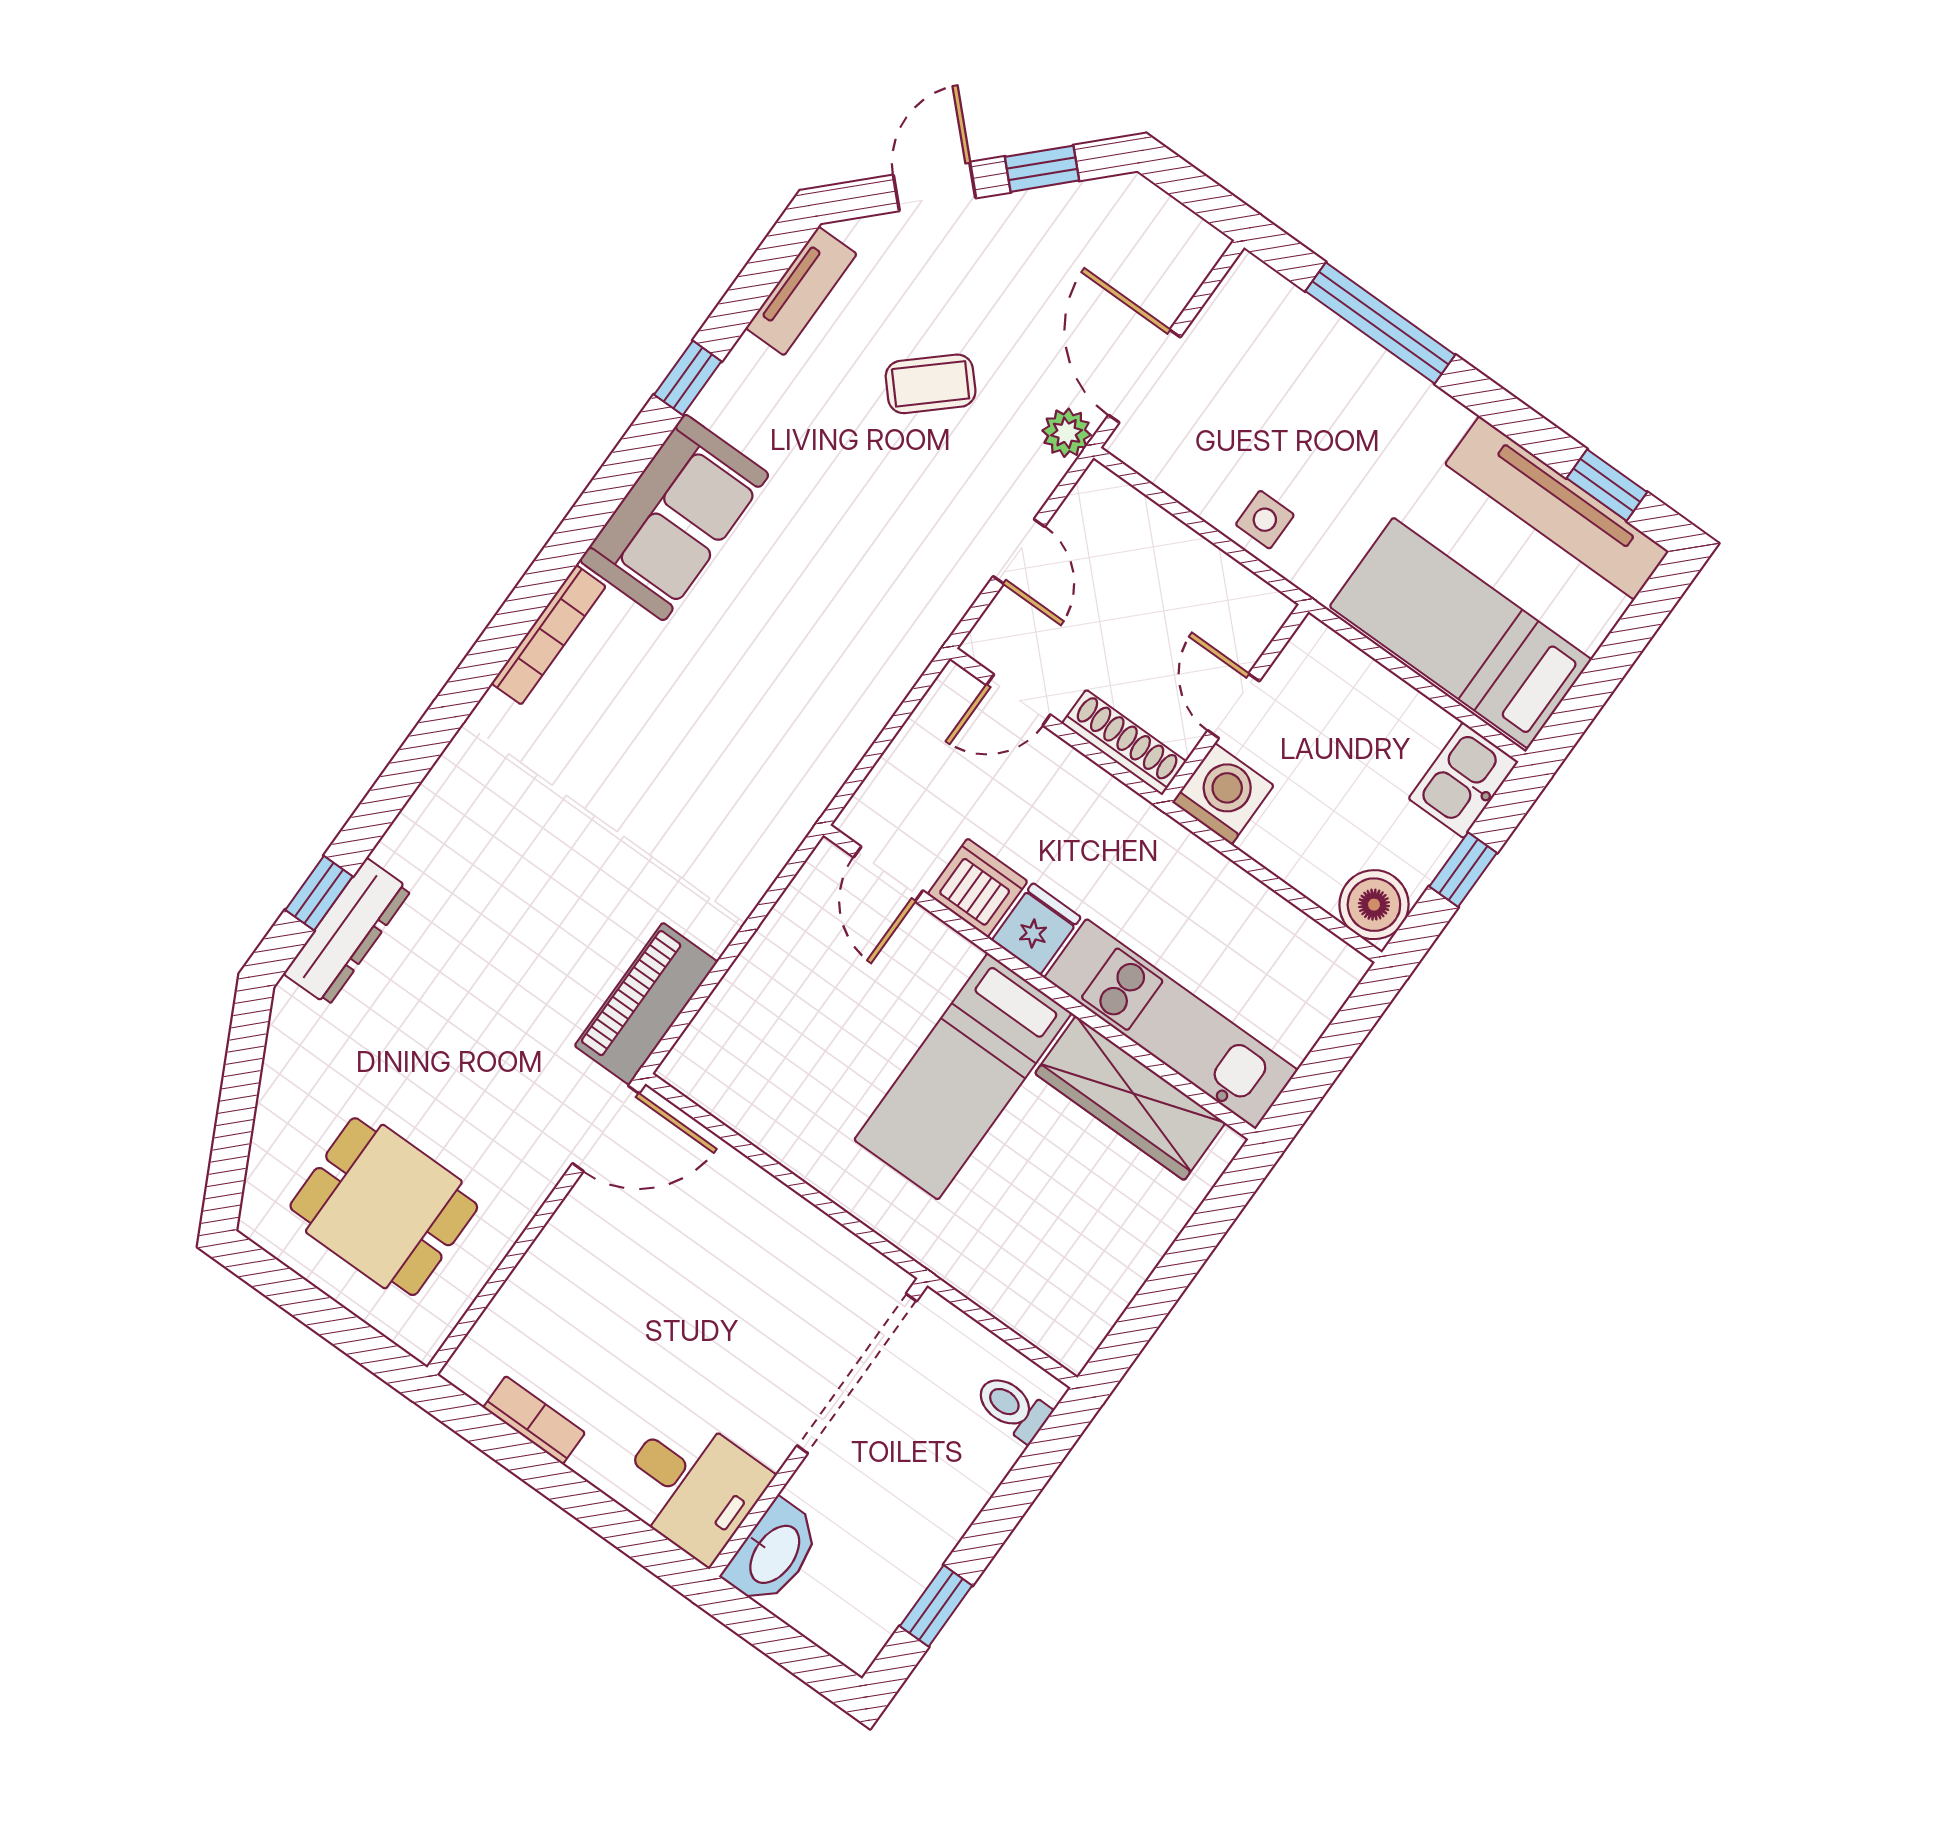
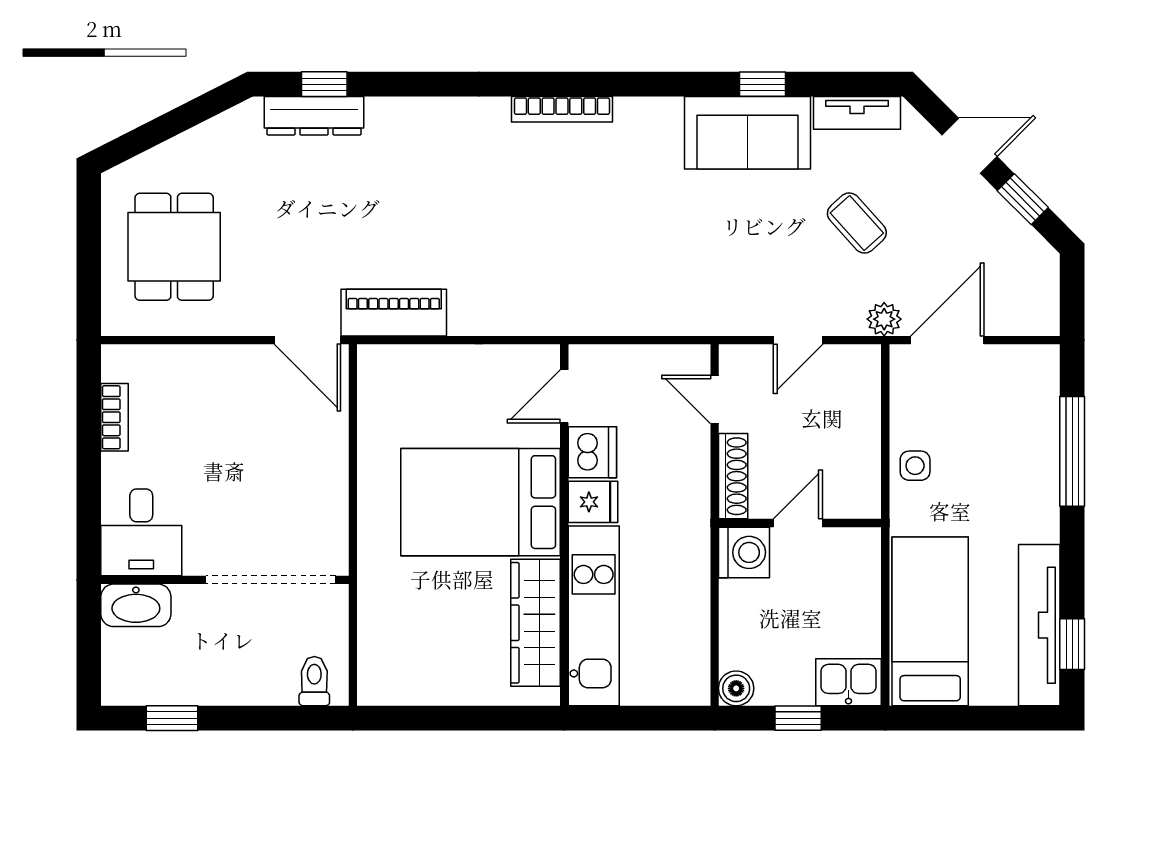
sofa: (674, 517) -> (748, 133), moved
boiler: (1374, 905) -> (736, 688), width x0.73, depth x0.73
bed: (963, 1076) -> (480, 502), width x1.50

